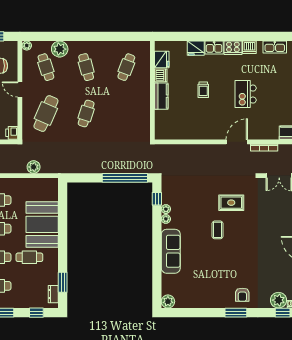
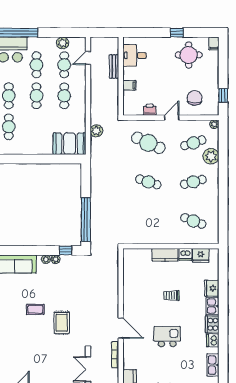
printer: (12, 133) -> (150, 110), moved
booth: (42, 224) -> (70, 144), moved, width x0.73, depth x0.70

